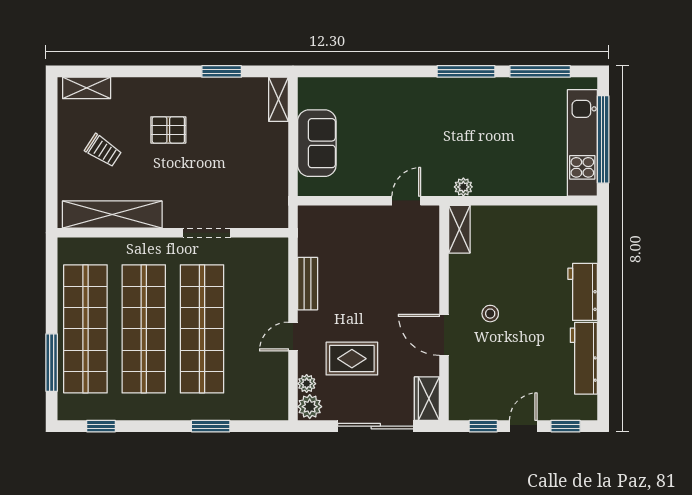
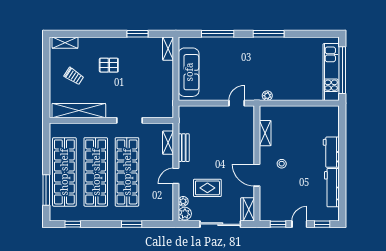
window: (540, 71) -> (218, 34), moved
sofa: (317, 143) -> (189, 72), width x1.36
shelving: (459, 229) -> (265, 133), moved
shelving: (278, 274) -> (168, 143), added

